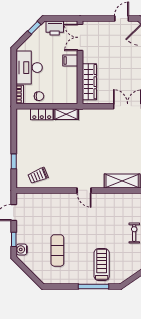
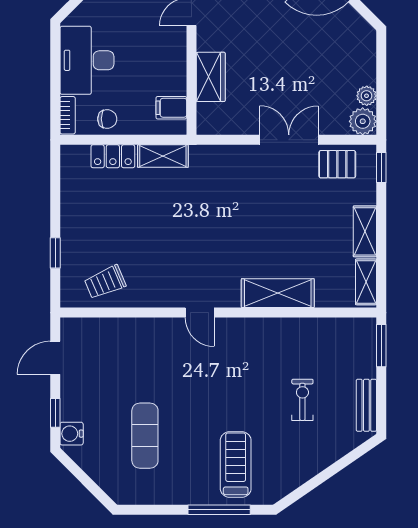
filing cabinet: (70, 60) -> (171, 108), moved
wardrobe: (89, 82) -> (211, 77), width x0.67

